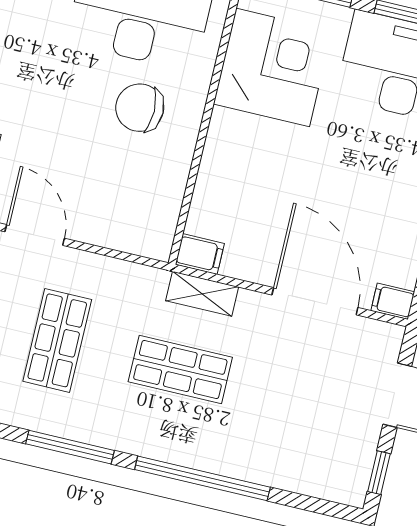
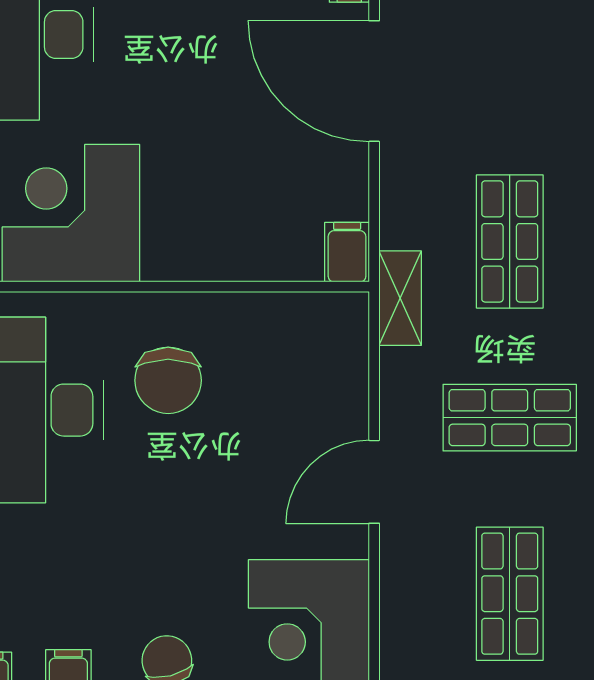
shelving: (202, 294) -> (400, 298), moved
door: (315, 301) -> (374, 81), hinge flipped

